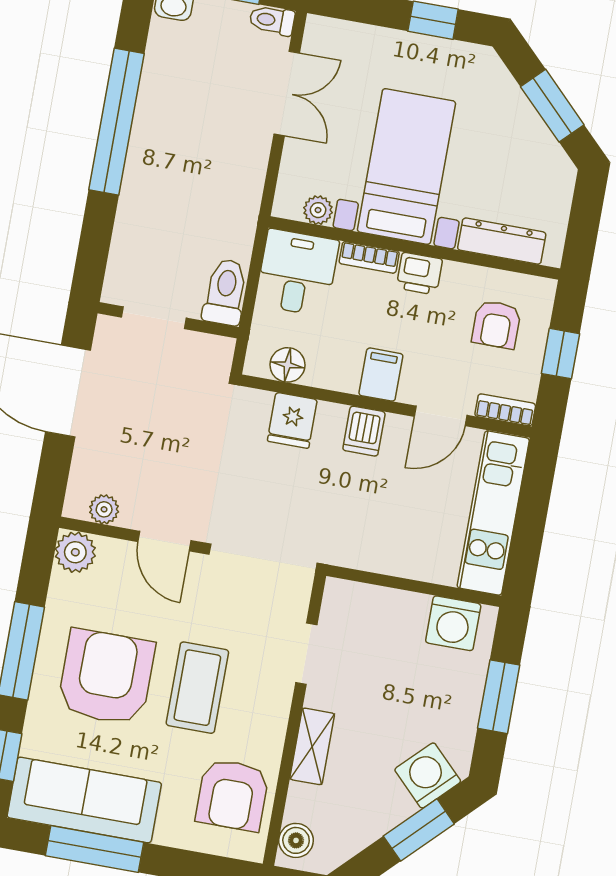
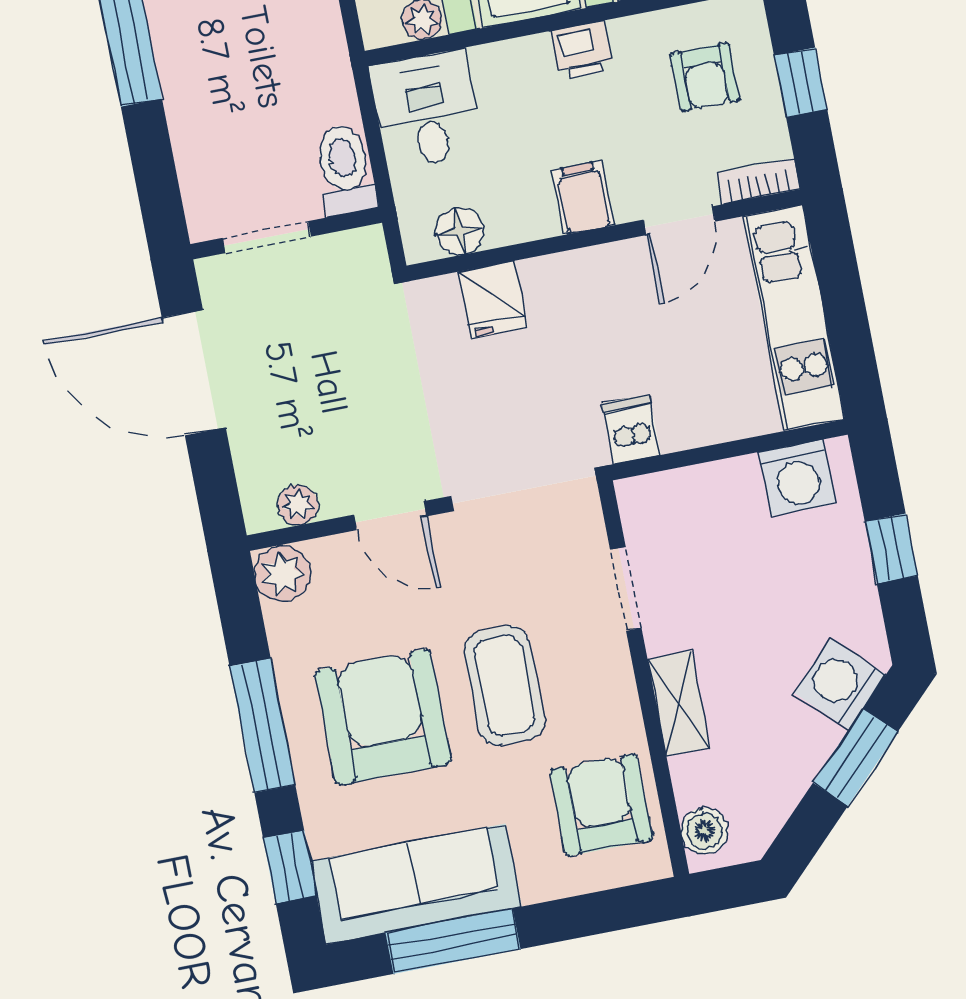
bookcase: (369, 257) -> (510, 55), removed
dishwasher: (364, 431) -> (631, 429), moved, turned 180
window: (499, 697) -> (891, 549), width x0.67
armchair: (232, 795) -> (601, 805), turned 180

